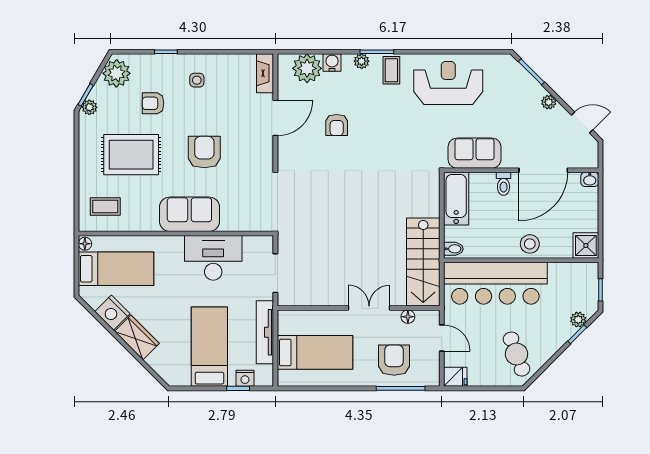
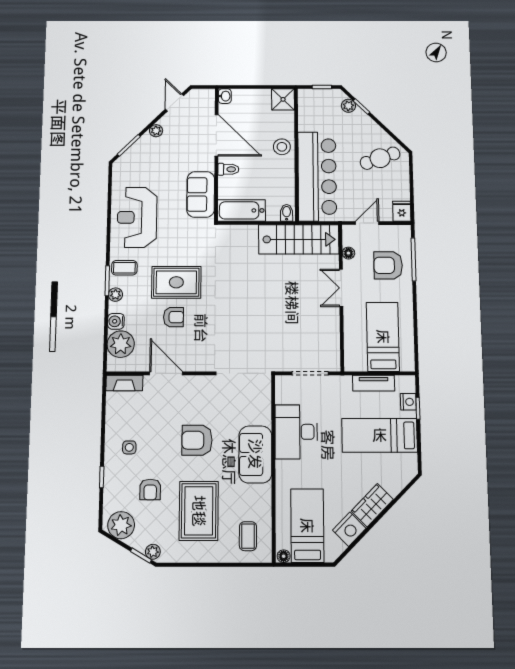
rug: (375, 128) -> (176, 282), added
tv unit: (265, 332) -> (374, 383), width x0.71

